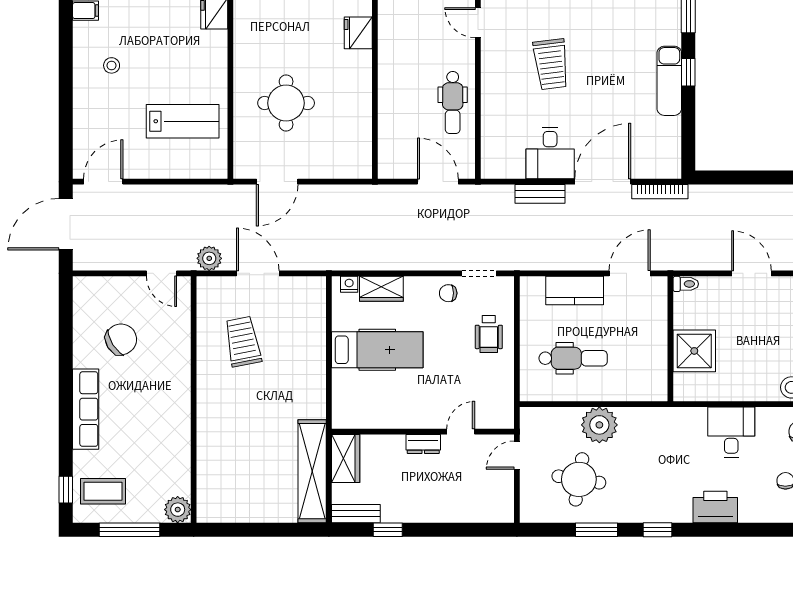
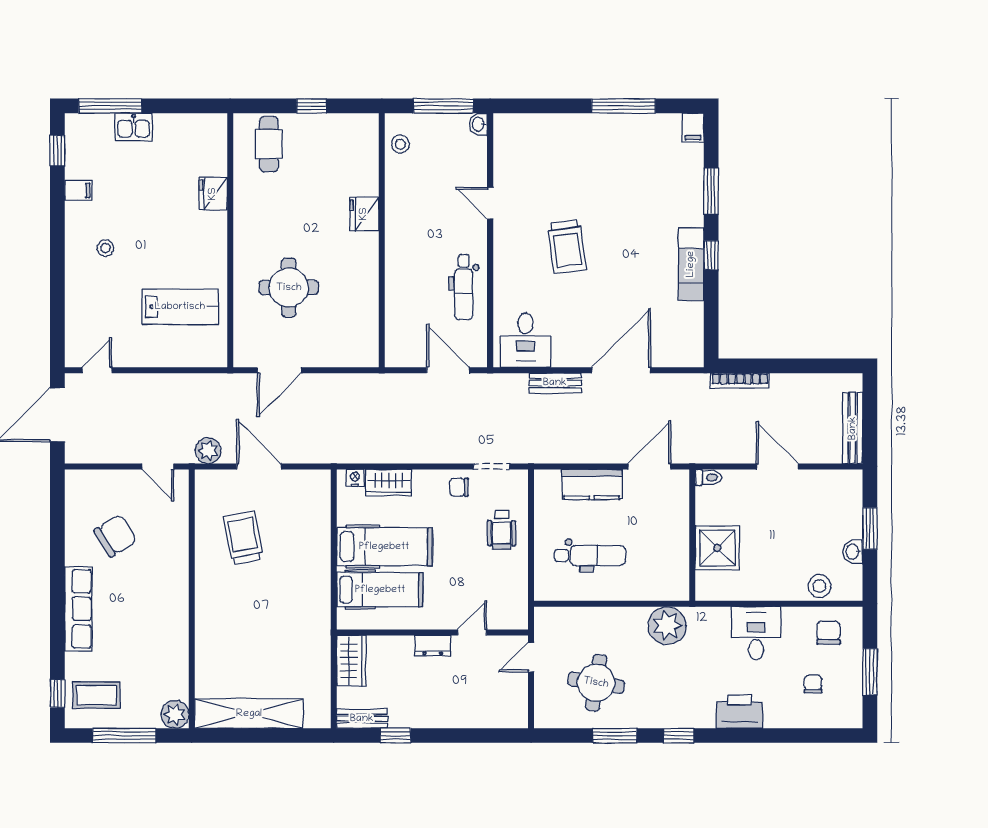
desk: (550, 153) -> (525, 340), moved
door: (103, 182) -> (97, 370), width x0.73
bookcase: (660, 192) -> (740, 381), moved
hospital bed: (373, 391) -> (380, 590), added
plant: (599, 425) -> (667, 626), moved
shelving: (312, 471) -> (249, 714), moved, turned 90

